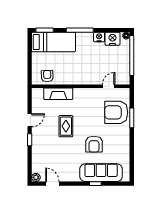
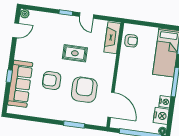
door: (109, 86) -> (111, 105), width x1.87
fireplace: (58, 94) -> (112, 38), moved
armchair: (116, 112) -> (84, 90), moved

